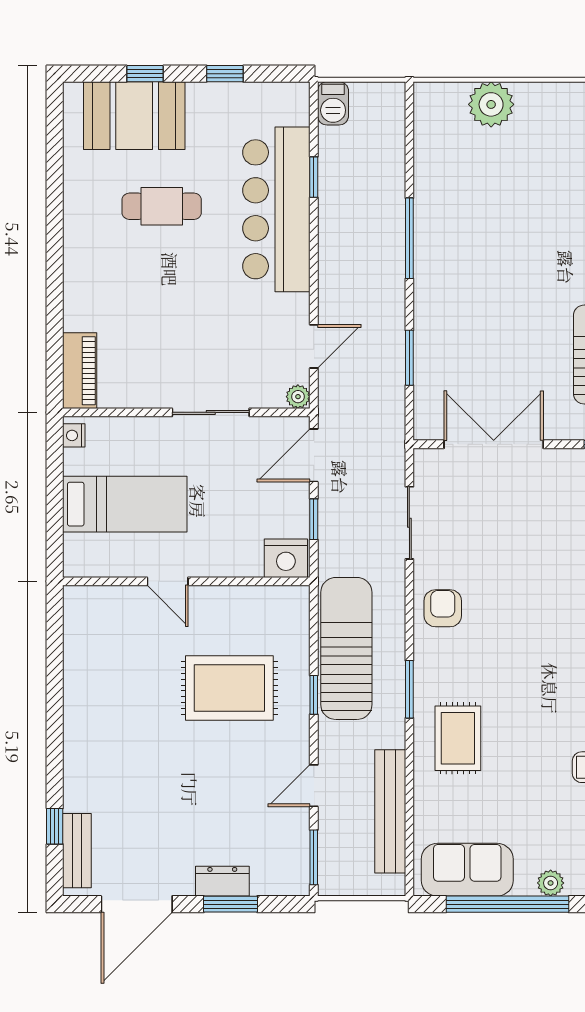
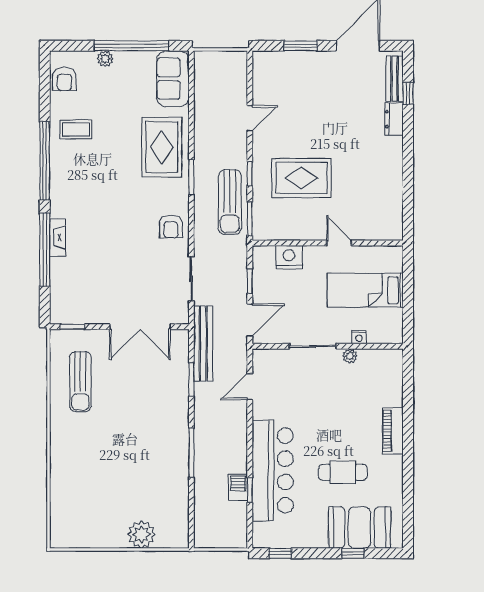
window: (225, 74) -> (280, 553), moved
barbecue: (333, 103) -> (238, 487), moved
piano: (80, 371) -> (393, 431), moved
plant: (298, 397) -> (350, 356), moved
nightstand: (74, 435) -> (359, 337), moved, turned 90
nightstand: (286, 558) -> (289, 257), moved
sun lounger: (346, 648) -> (230, 202), width x0.73, depth x0.75
rug: (458, 738) -> (162, 147), width x1.36, depth x1.43
bench: (390, 811) -> (203, 344), moved
window: (314, 857) -> (250, 219), moved
sofa: (467, 870) -> (173, 79), moved, turned 90
dresser: (222, 881) -> (394, 119), moved, turned 90

